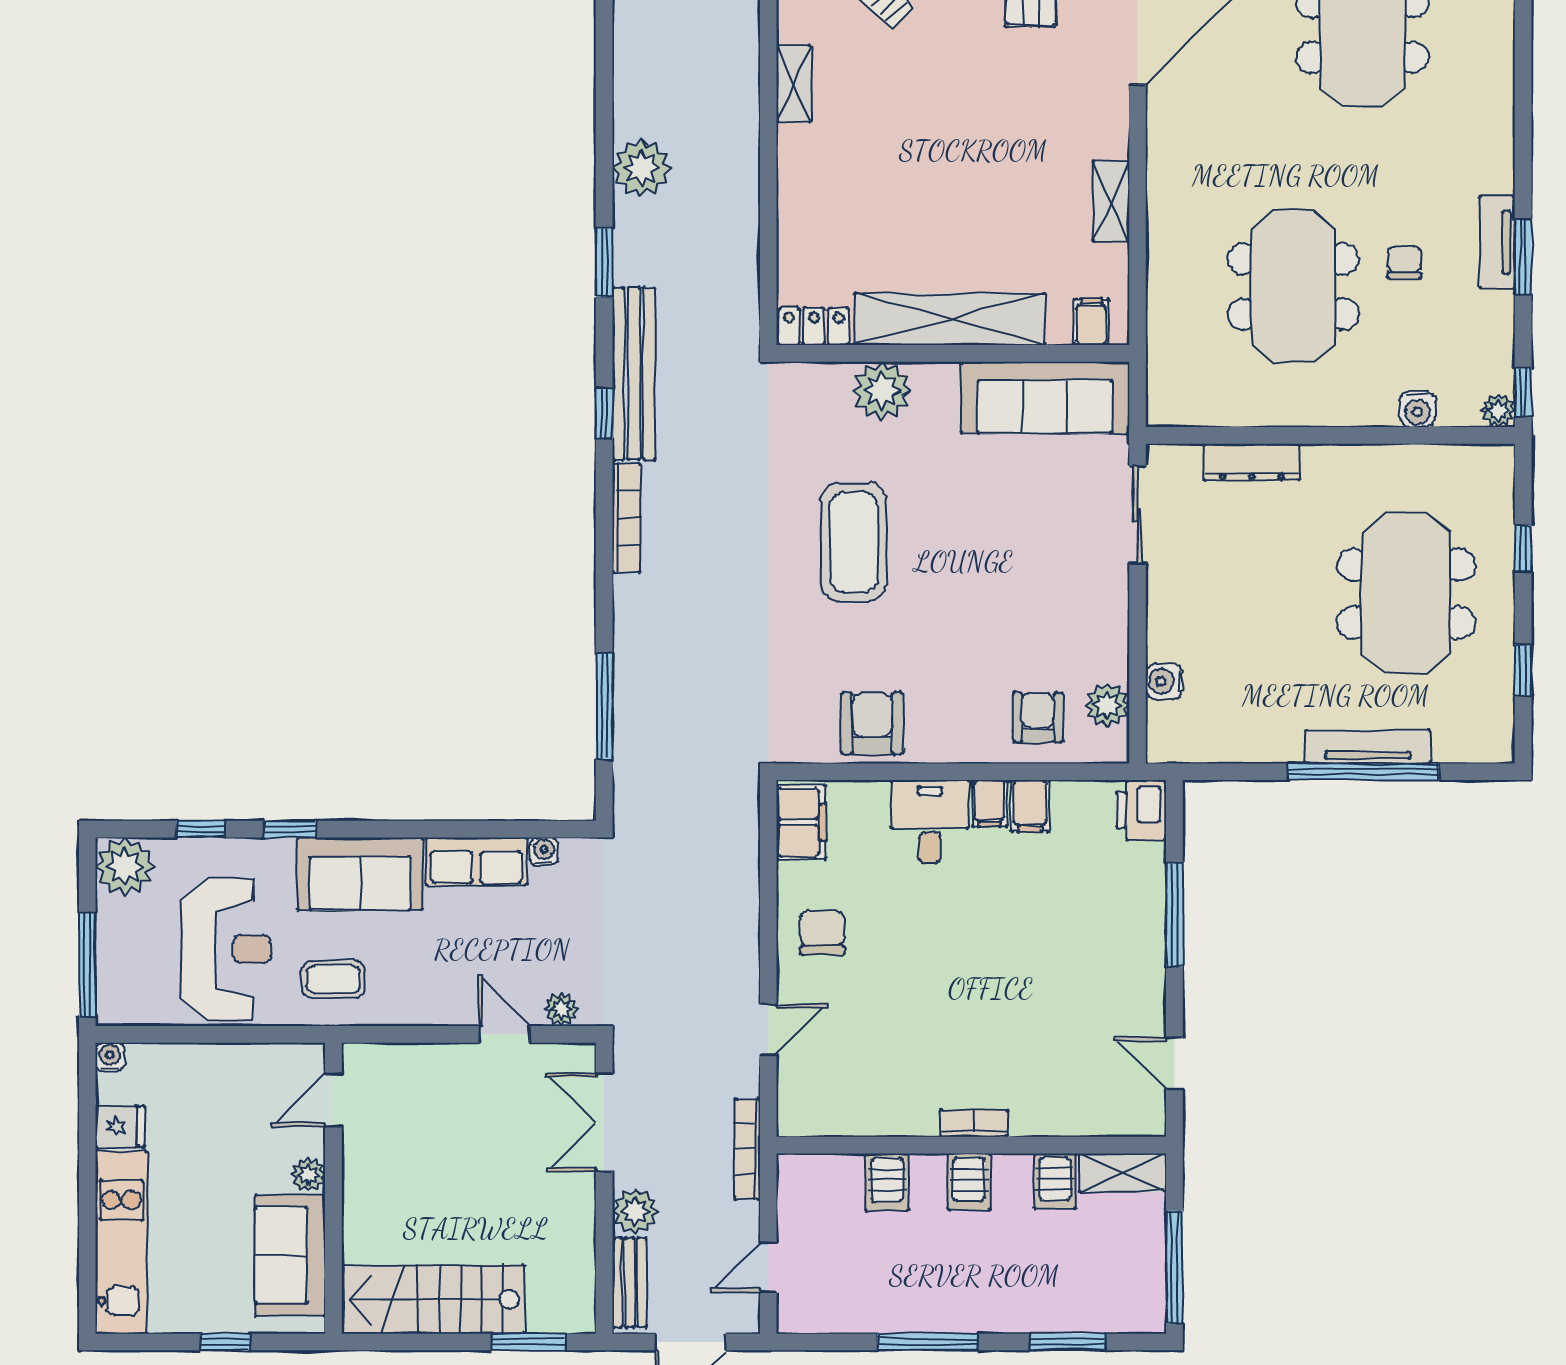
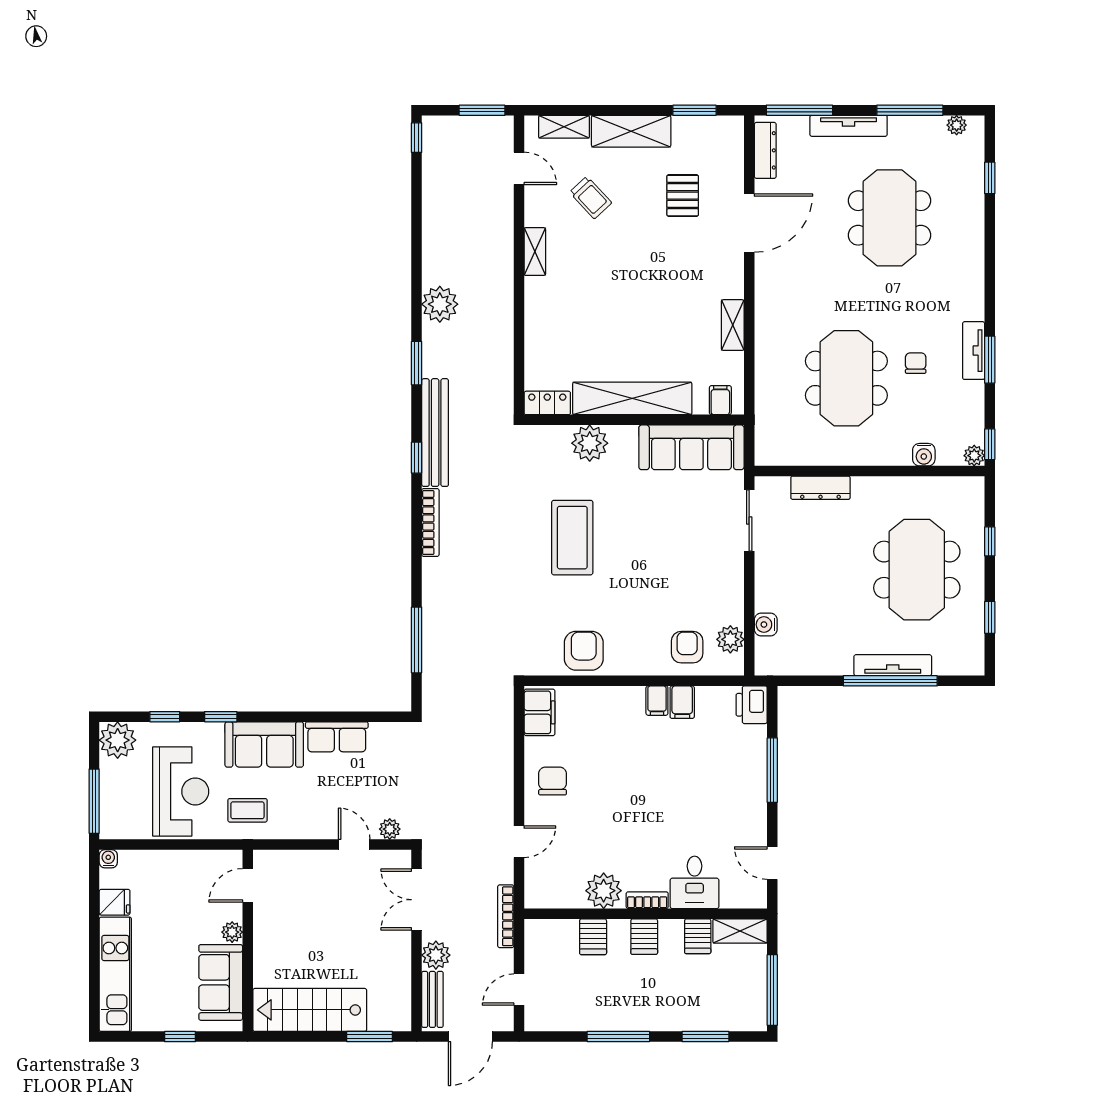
desk: (930, 822) -> (695, 882), moved, turned 180
water cooler: (544, 852) -> (379, 731), removed
plant: (904, 1108) -> (604, 891), added

